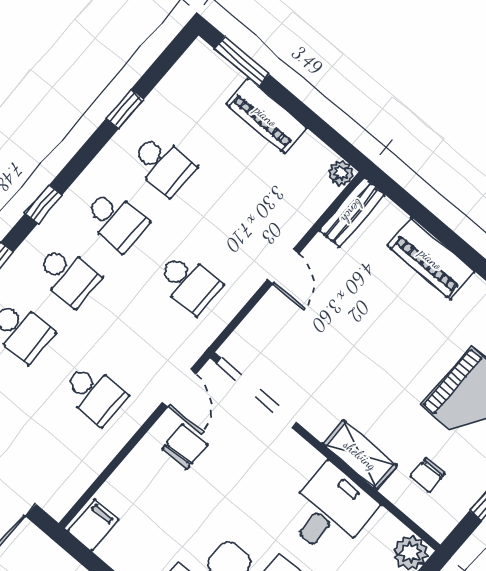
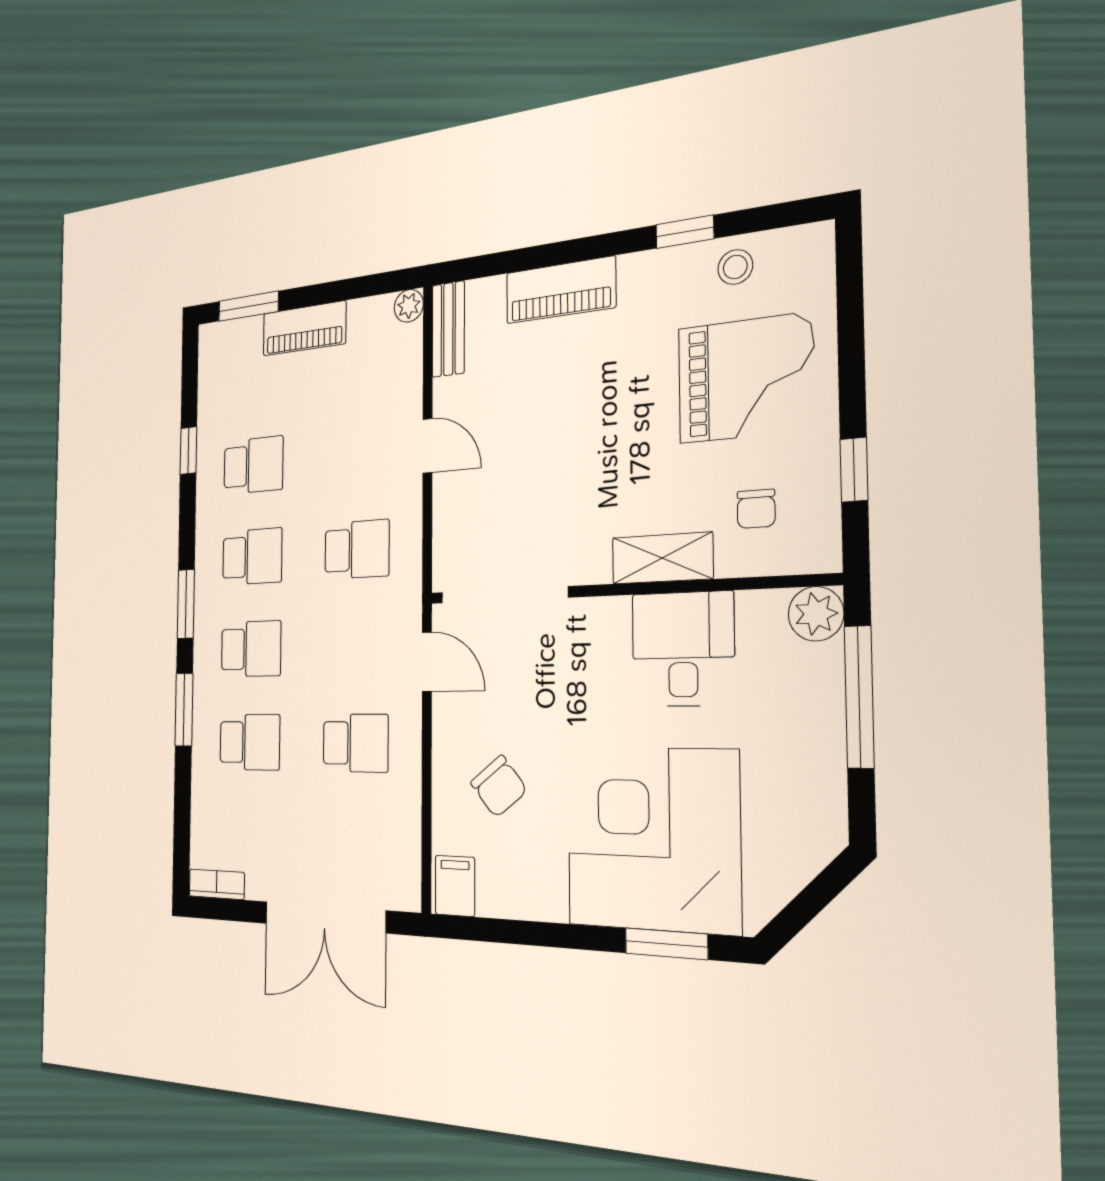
window: (43, 204) -> (186, 604), width x1.50
chair: (185, 447) -> (499, 786), moved, turned 141

